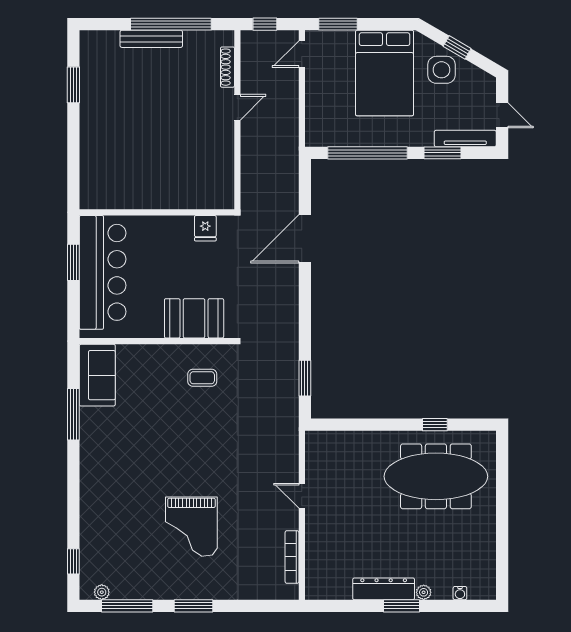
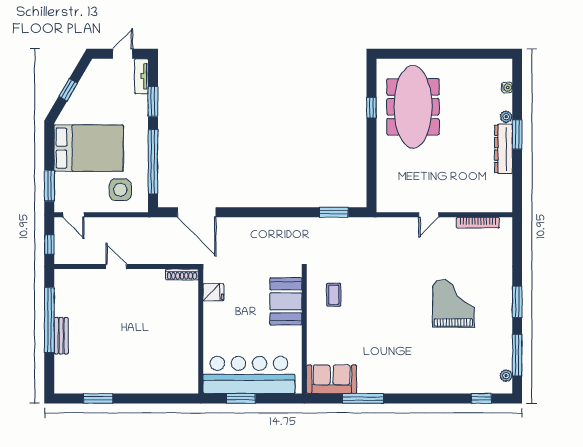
bench: (151, 39) -> (61, 336), width x0.73
shoe rack: (227, 67) -> (182, 274), moved
side table: (441, 70) -> (120, 190), moved
tv unit: (465, 139) -> (141, 76), width x0.71
door: (305, 239) -> (197, 212), moved
grand piano: (191, 527) -> (453, 303), turned -90

